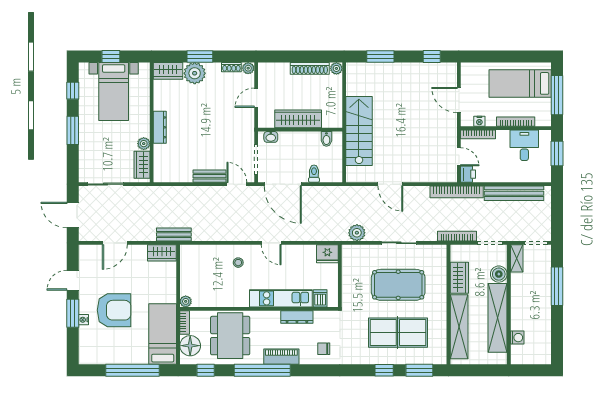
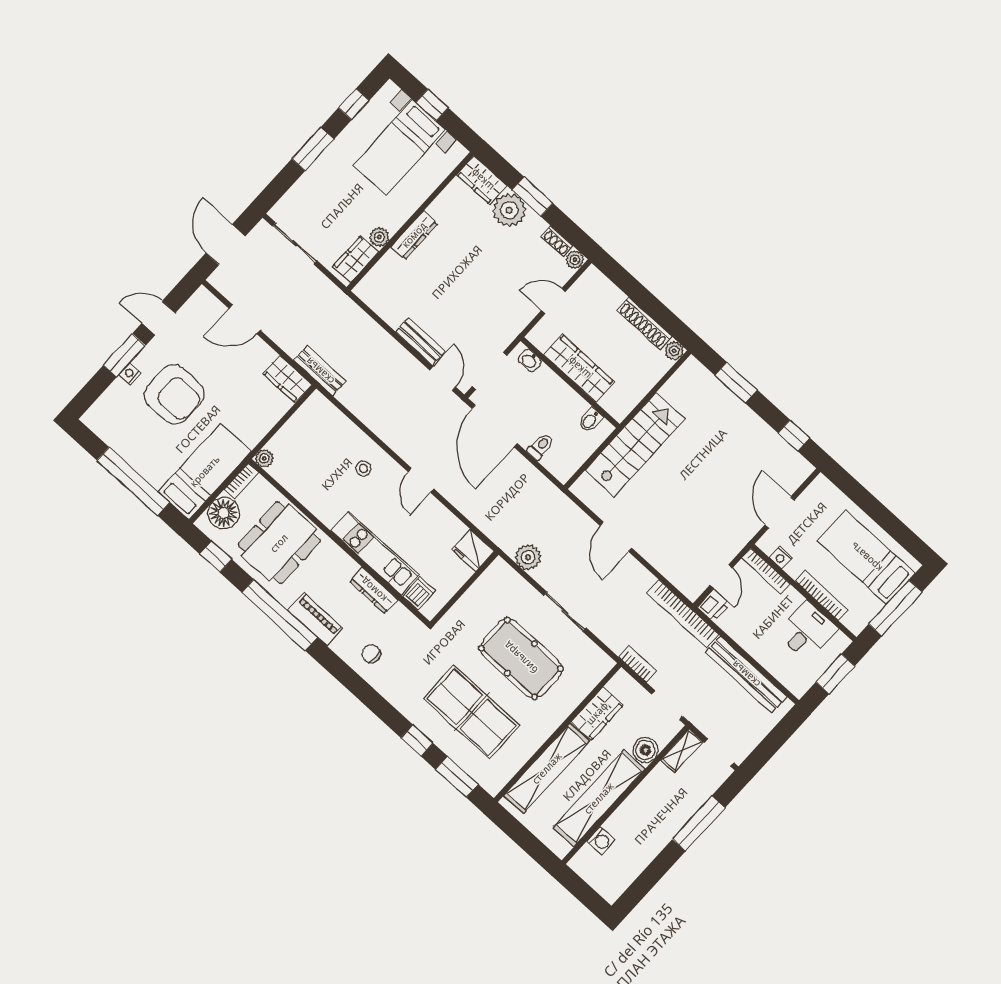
bookcase: (457, 236) -> (637, 664), width x0.64

